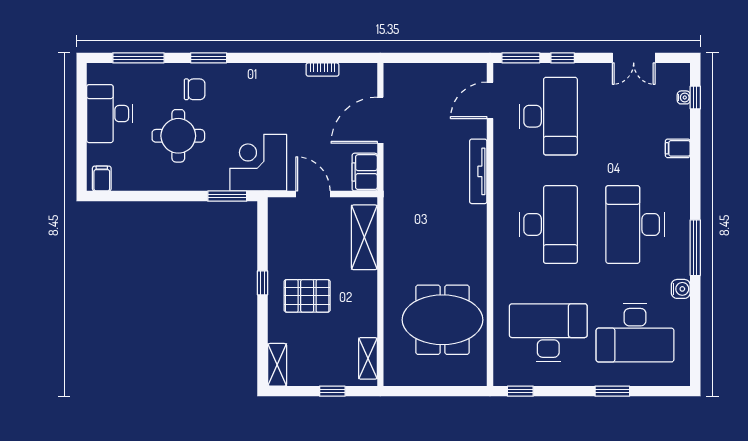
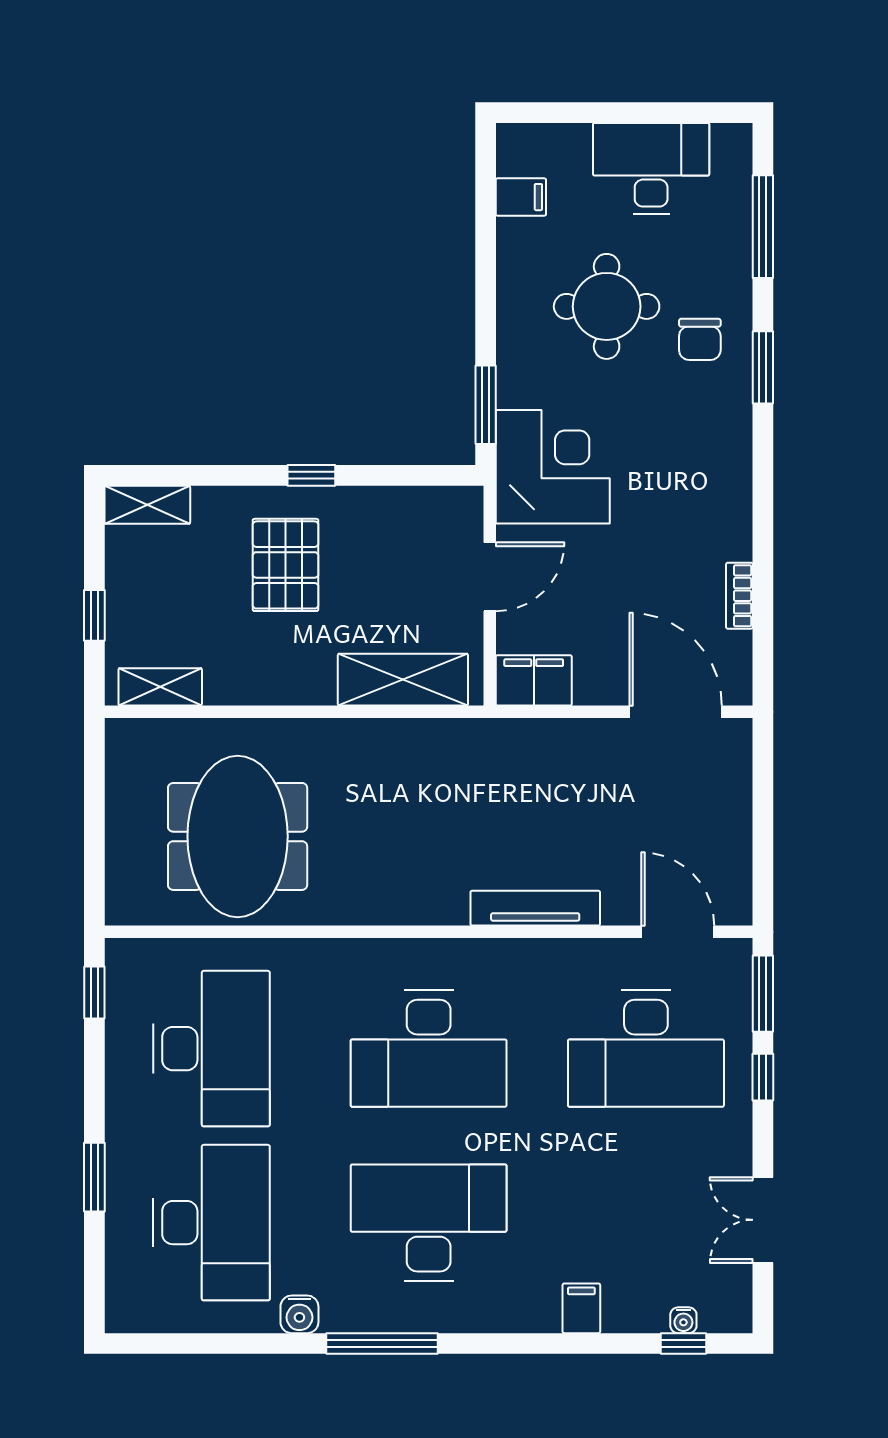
door: (380, 120) -> (676, 712), moved
filing cabinet: (102, 179) -> (521, 197), moved
desk: (635, 333) -> (211, 1223), turned 180

